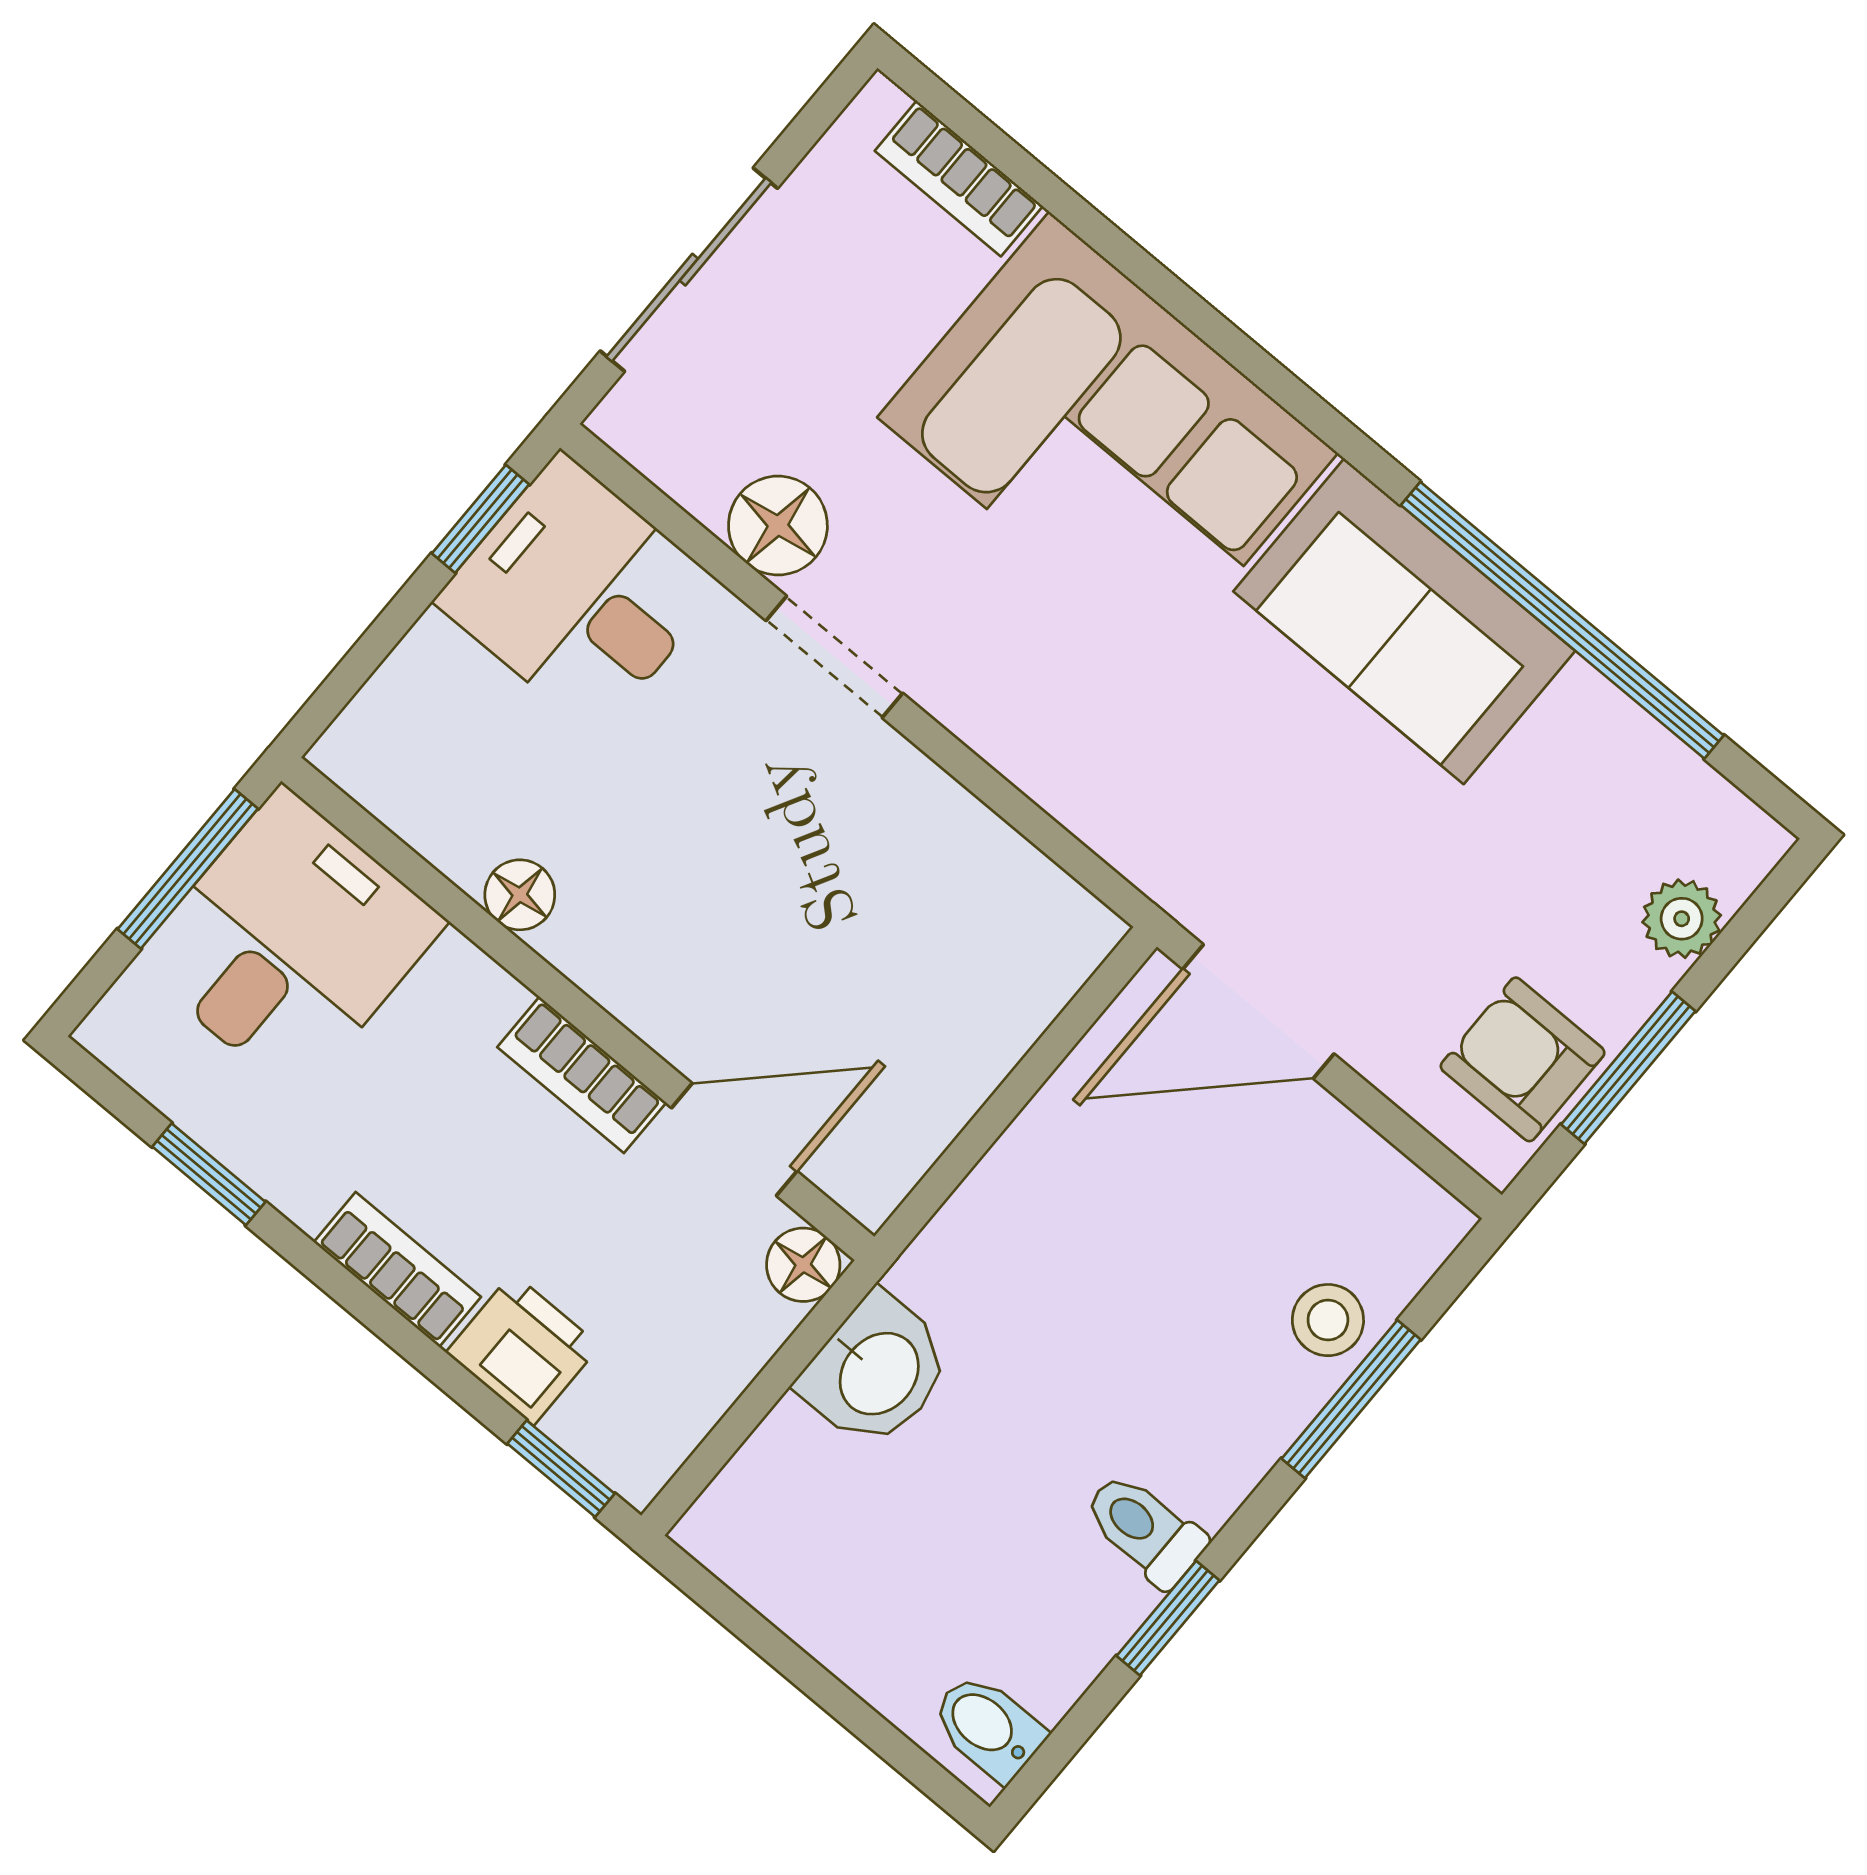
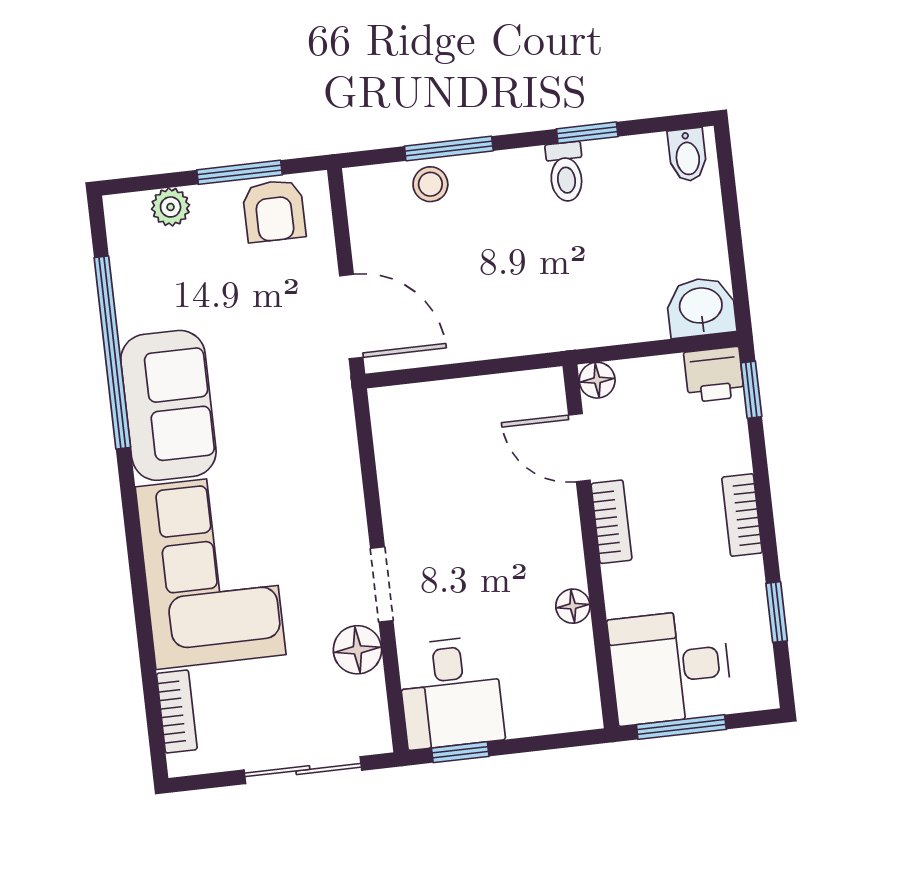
printer: (523, 1349) -> (714, 374), moved, turned -90
washbasin: (877, 1371) -> (701, 307), moved

